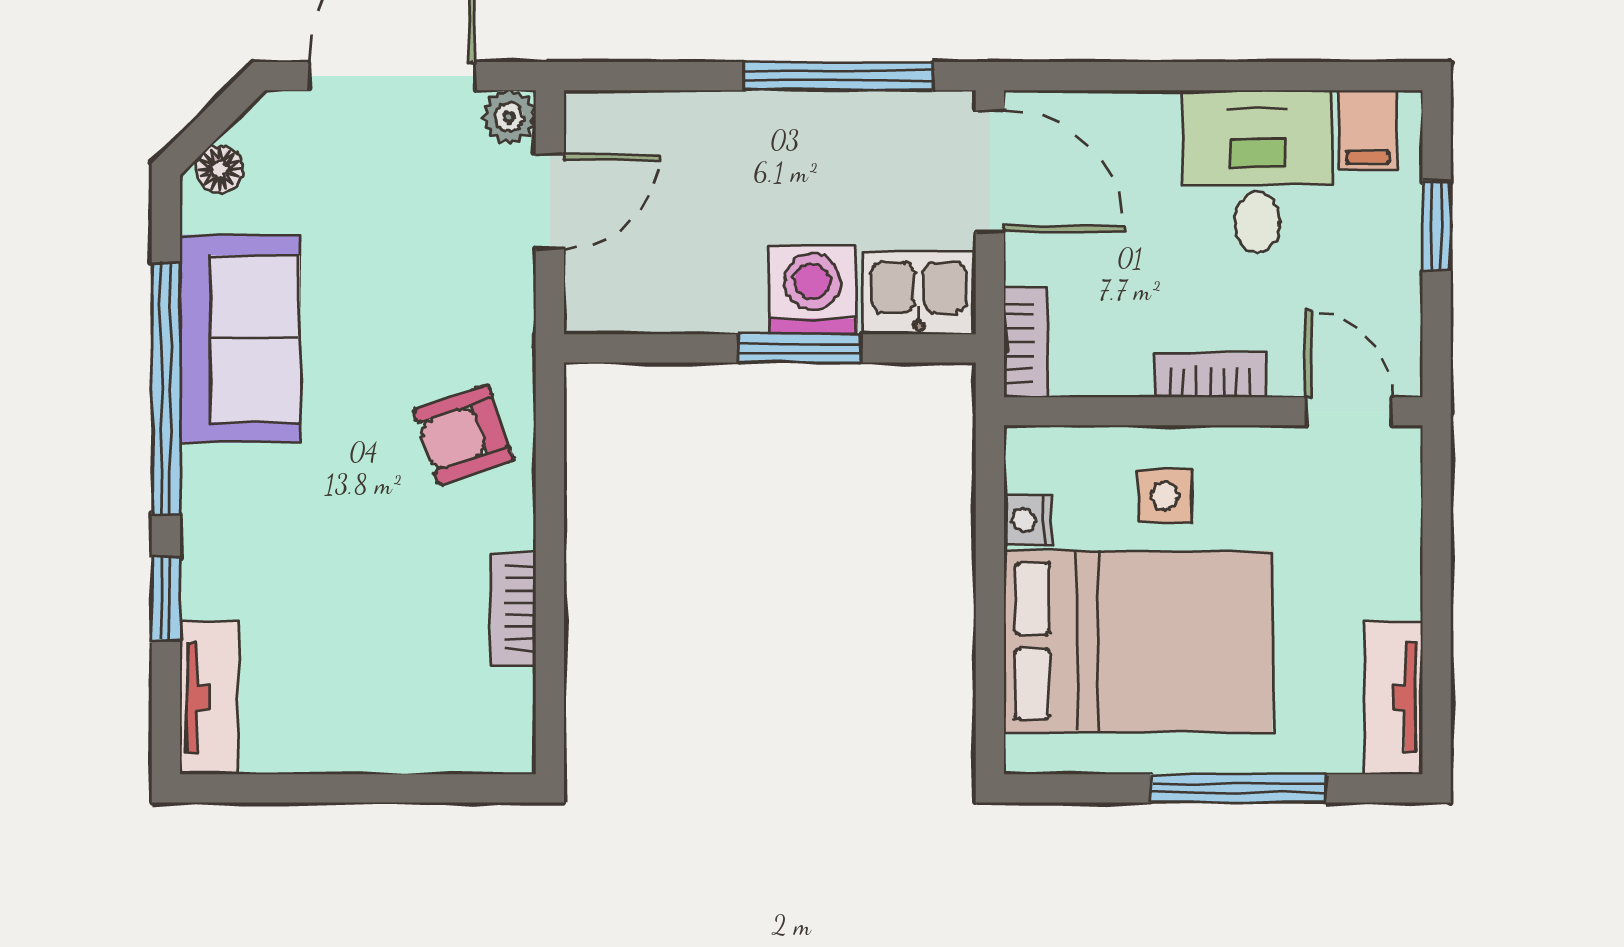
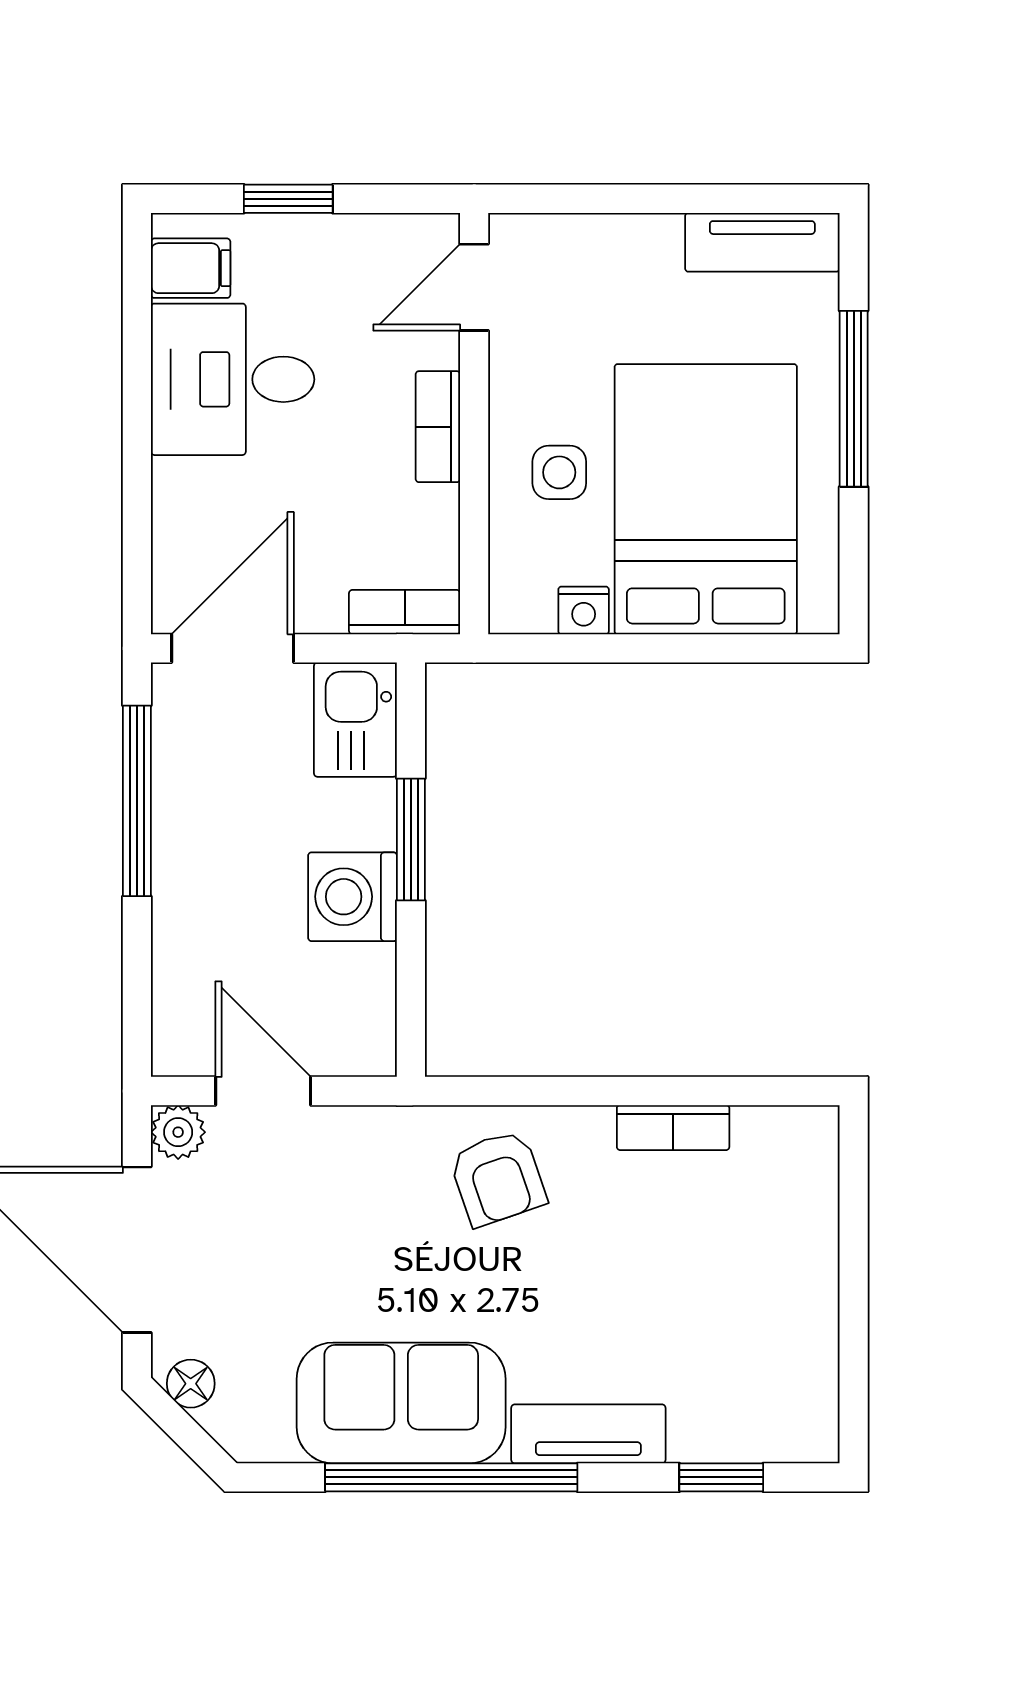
floor lamp: (219, 169) -> (191, 1384), moved
washing machine: (812, 290) -> (352, 897), moved
window: (166, 599) -> (721, 1477), moved
tv unit: (209, 698) -> (588, 1434), moved

